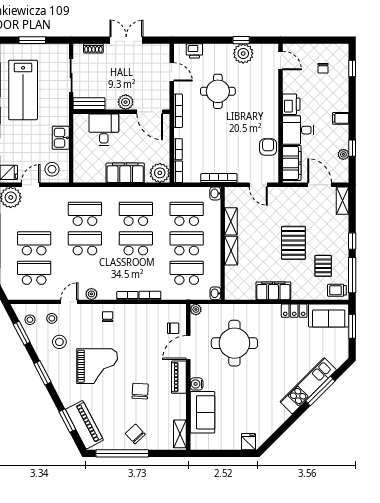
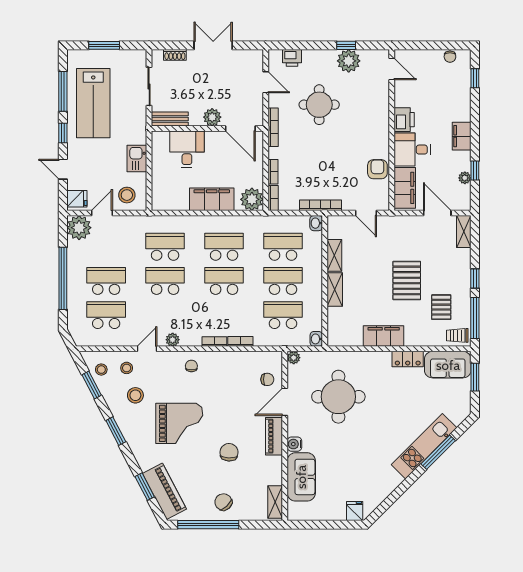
chair: (323, 68) -> (450, 57), moved
filing cabinet: (341, 118) -> (462, 136), width x2.00

